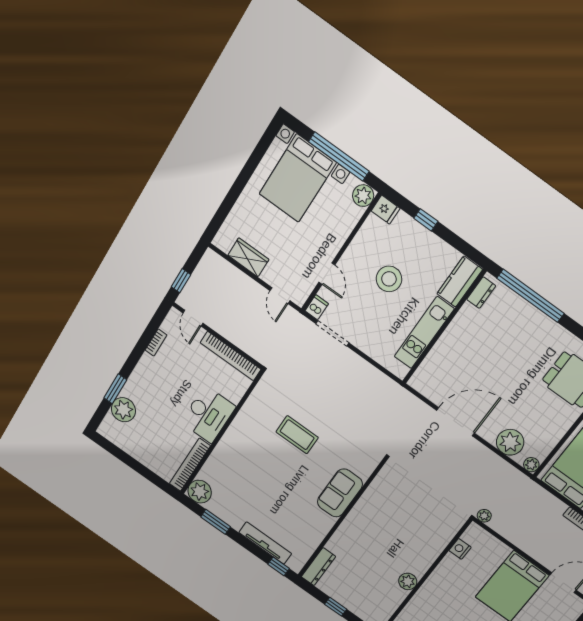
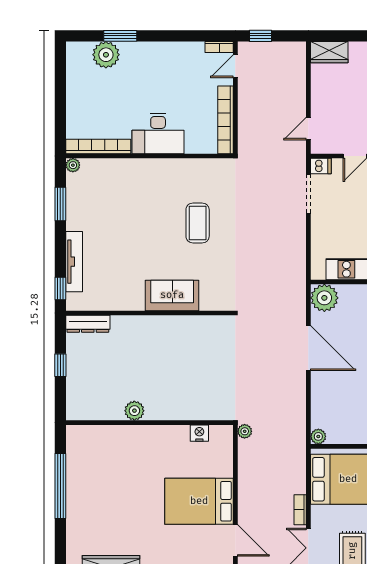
wardrobe: (248, 257) -> (329, 52), moved, turned 90
bookcase: (156, 342) -> (219, 47), moved
plant: (510, 442) -> (324, 298), moved
plant: (200, 492) -> (73, 165), width x0.53, depth x0.53

